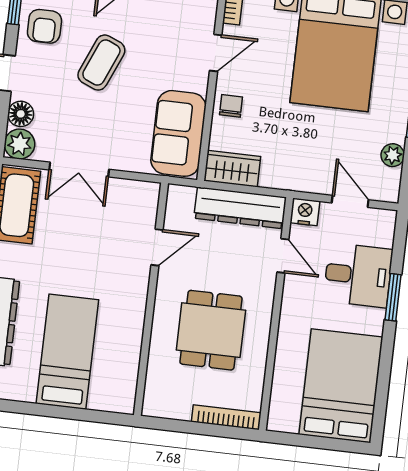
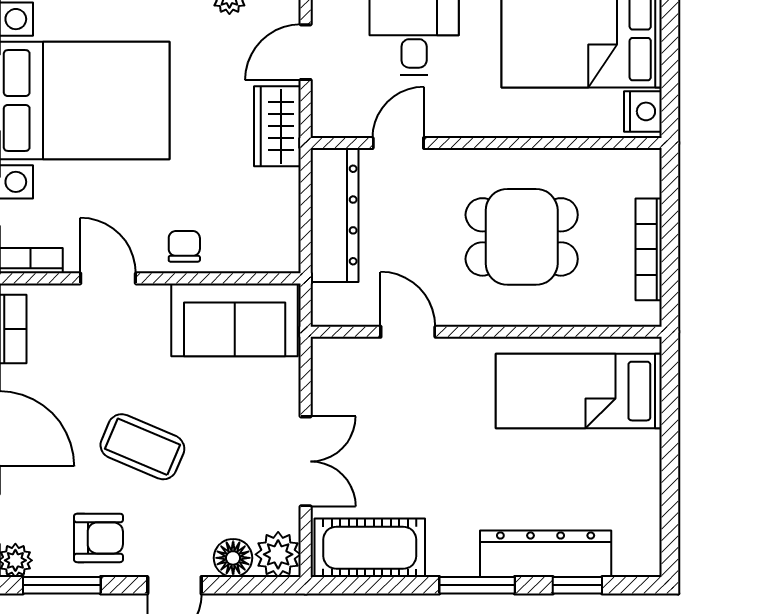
chair: (231, 106) -> (184, 246), turned 90
wardrobe: (232, 169) -> (277, 126), moved
nightstand: (305, 212) -> (643, 111), moved, turned 180
bed: (67, 352) -> (579, 391), moved
bookcase: (226, 417) -> (649, 249), moved

